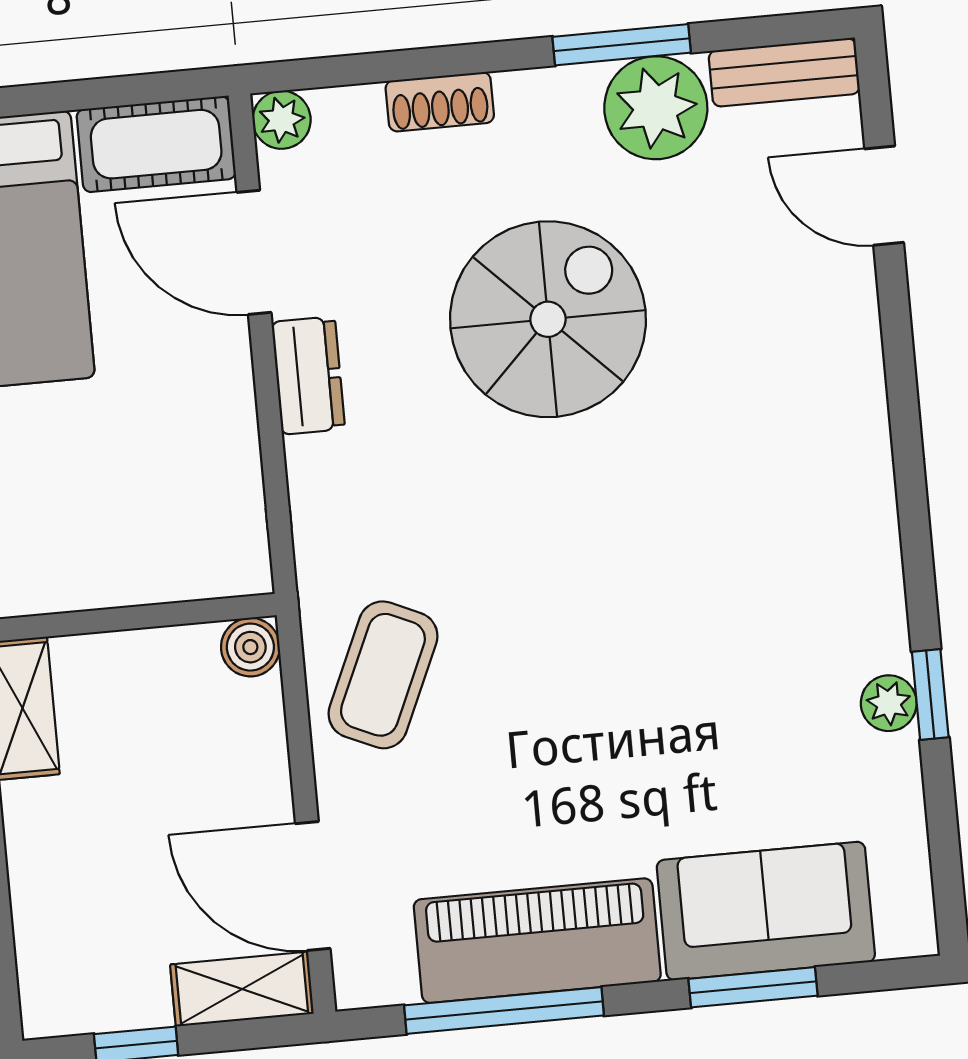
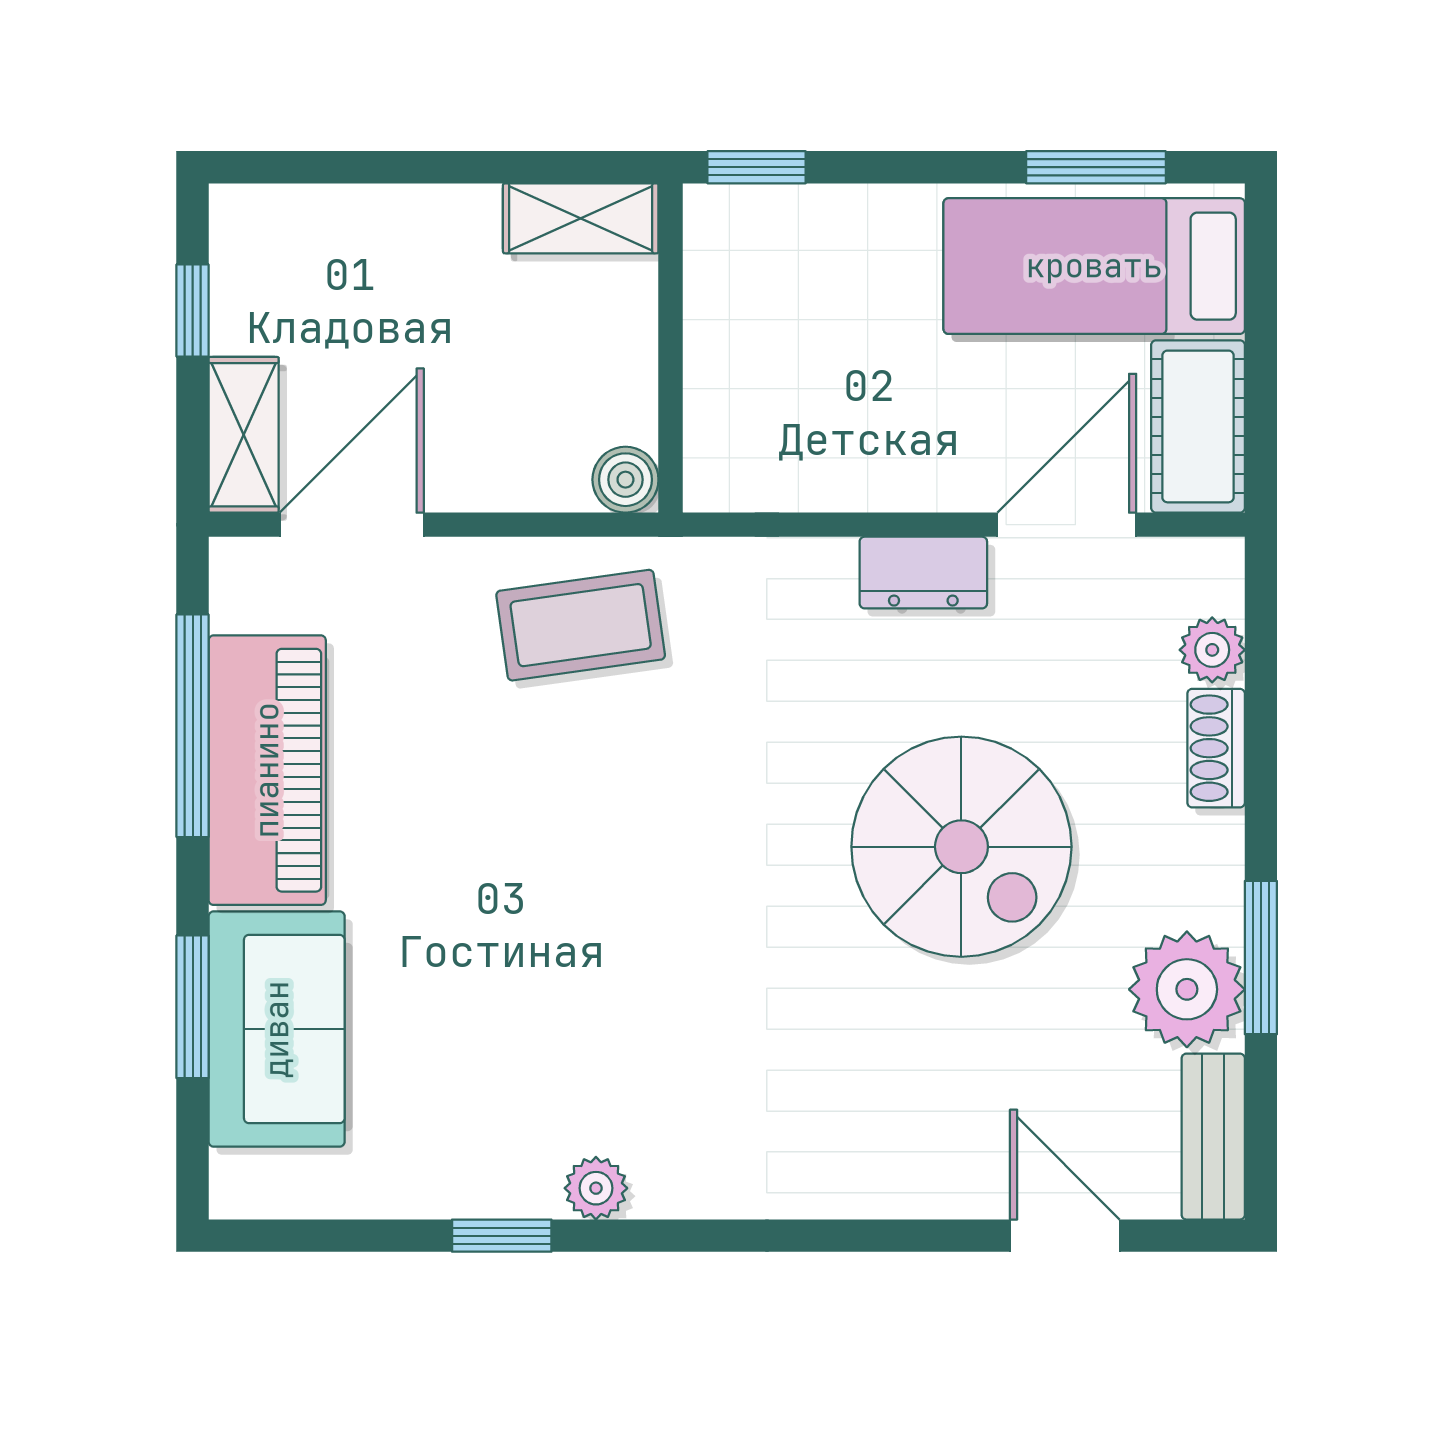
plant: (282, 120) -> (1212, 650), moved
door: (884, 196) -> (1065, 1236), hinge flipped
coffee table: (383, 675) -> (581, 625), turned -32
plant: (889, 703) -> (596, 1188), moved

